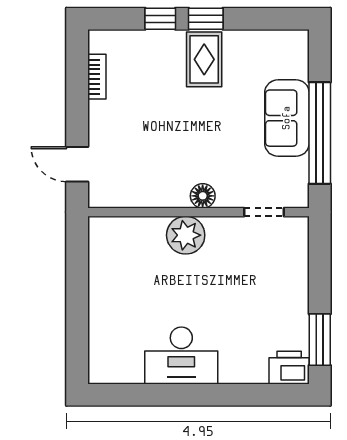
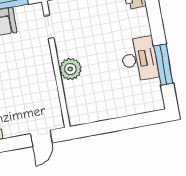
floor lamp: (203, 196) -> (46, 63), removed
window: (164, 395) -> (164, 65), added

